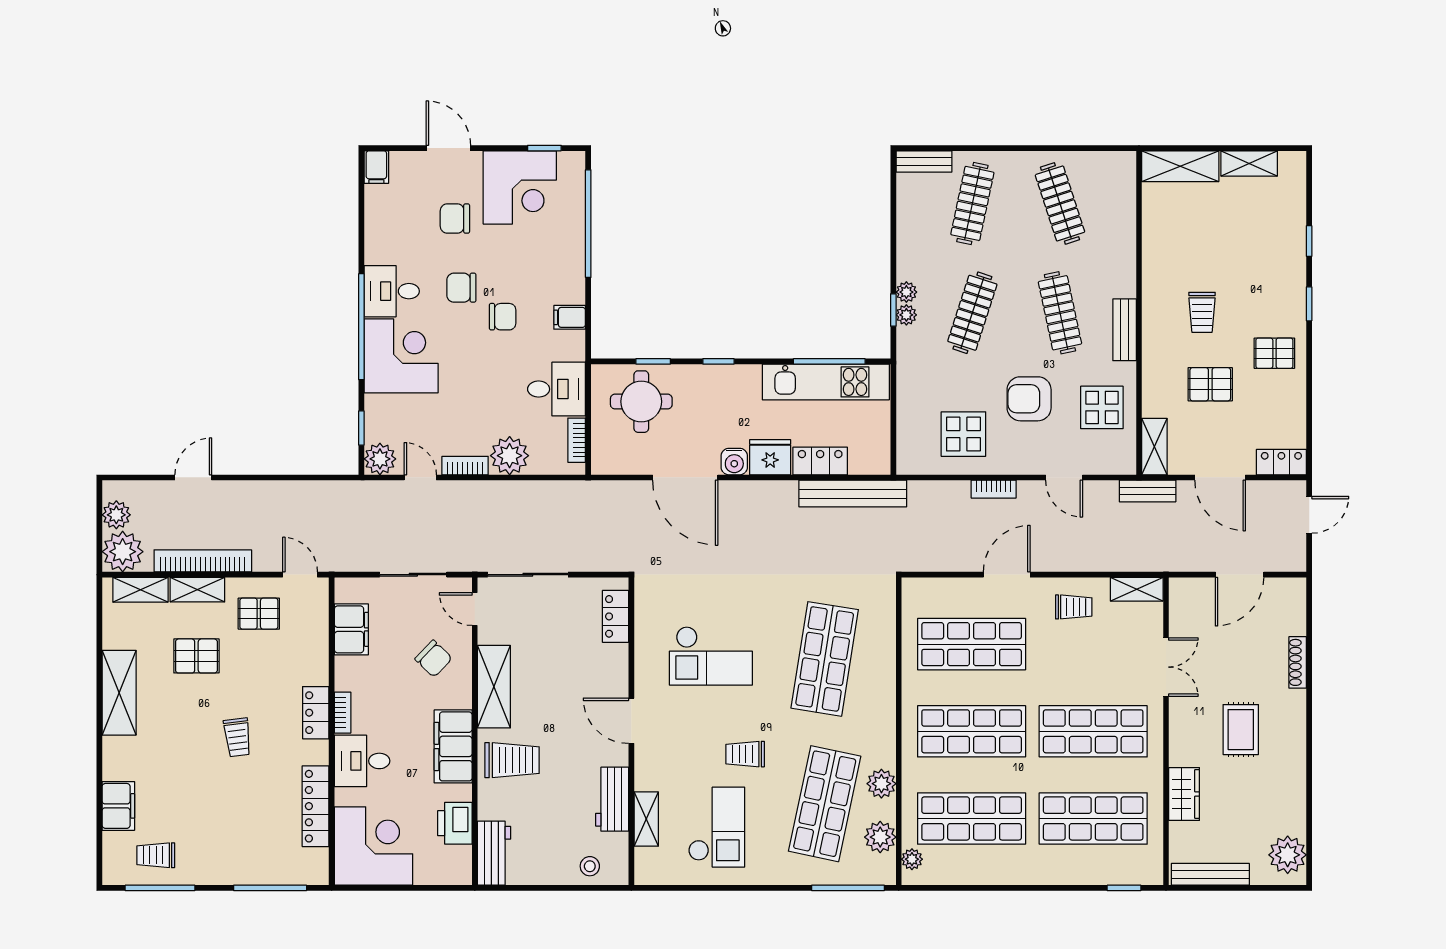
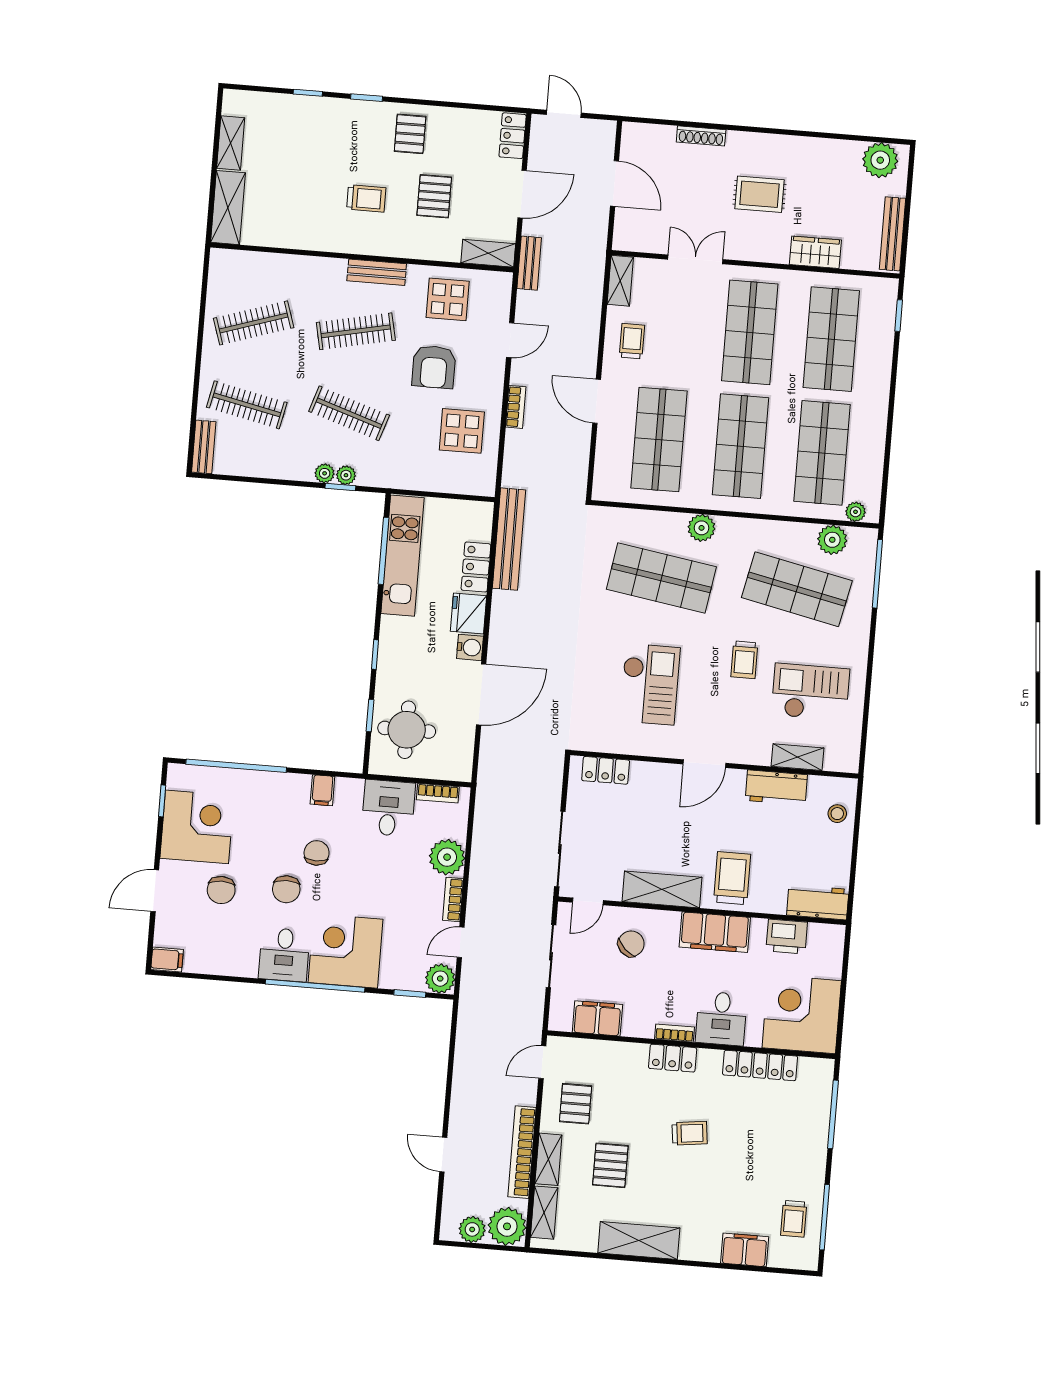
plant: (881, 784) -> (702, 528), moved

